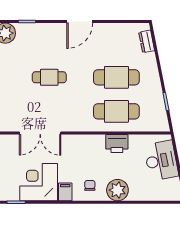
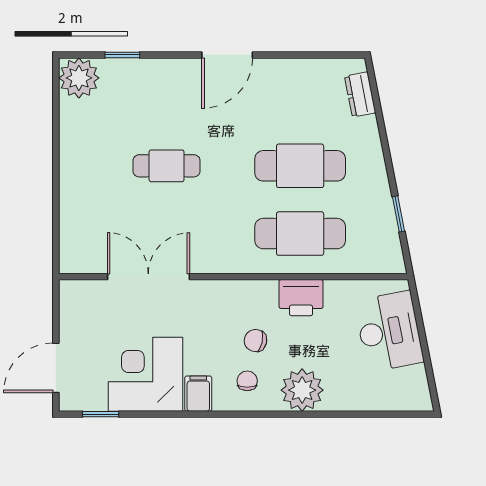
double door: (40, 133) -> (148, 277), swing flipped
chair: (94, 165) -> (255, 341), added

